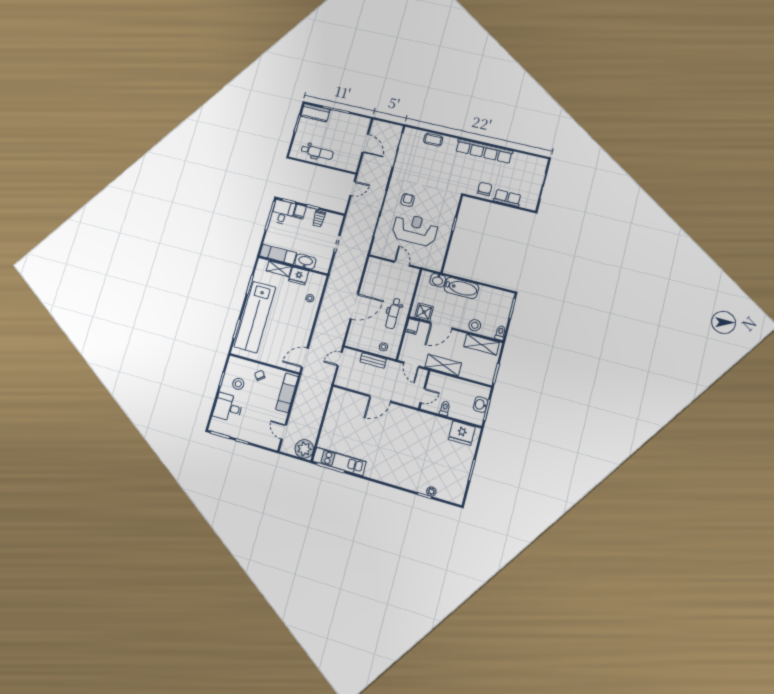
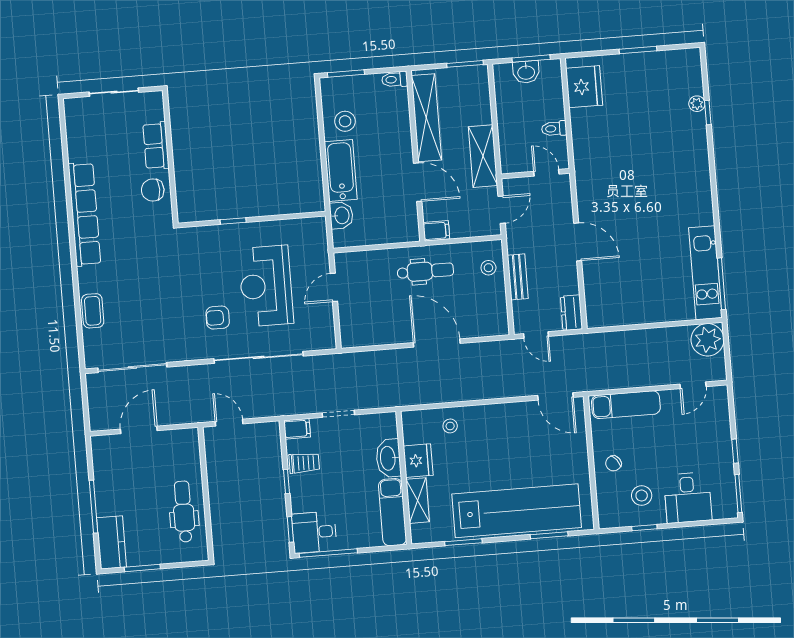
filing cabinet: (300, 212) -> (297, 429), moved
shower: (424, 312) -> (405, 220), removed
stool: (475, 325) -> (345, 121), moved
shelving: (482, 344) -> (426, 118), width x1.47
dresser: (344, 382) -> (571, 313), added

